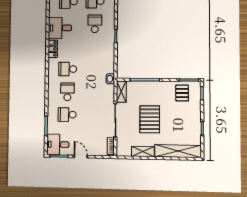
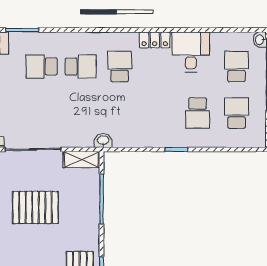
school desk: (95, 24) -> (198, 113), turned 90
school desk: (67, 115) -> (42, 66), turned -90

